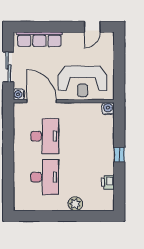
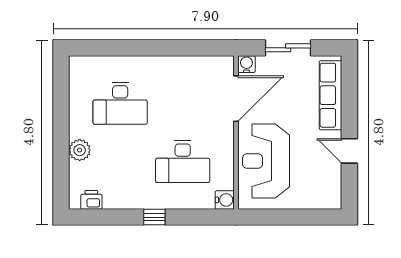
door: (92, 27) -> (349, 151), moved
desk: (45, 136) -> (183, 162), moved
printer: (108, 182) -> (91, 200), moved

